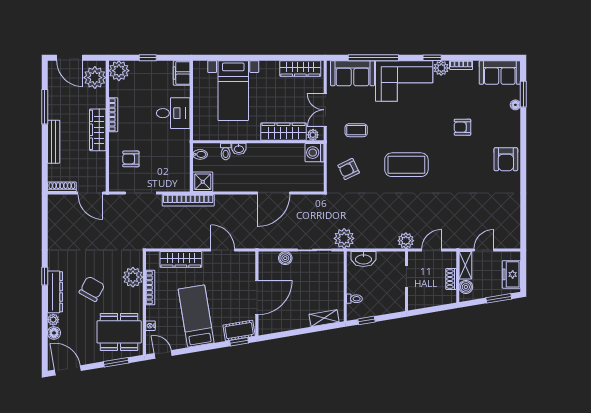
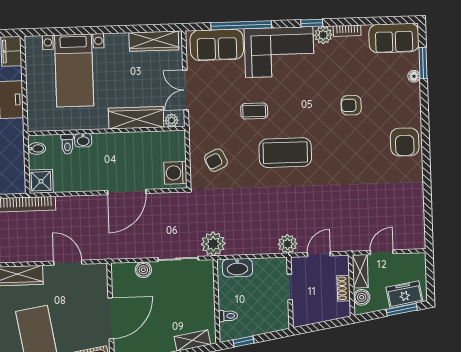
coffee table: (356, 130) -> (254, 111), moved
washing machine: (315, 153) -> (175, 173), moved
freezer: (511, 274) -> (404, 295), moved, turned 81

